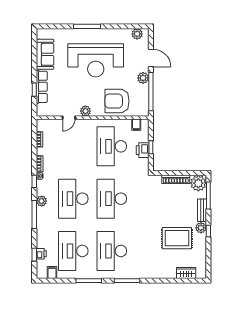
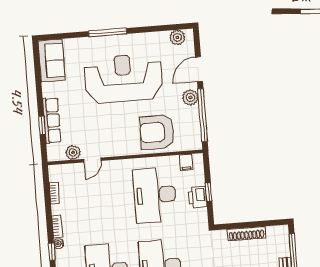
sofa: (45, 54) -> (52, 61), moved
door: (151, 58) -> (199, 69), swing flipped
reception desk: (96, 60) -> (123, 78), turned 180
plant: (85, 111) -> (73, 152), moved
plant: (198, 183) -> (278, 236), removed

